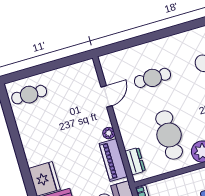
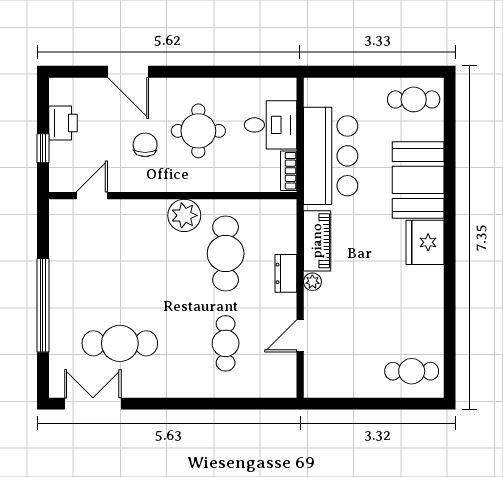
cafe table: (152, 78) -> (226, 343), turned 90
dresser: (135, 161) -> (286, 273), moved

